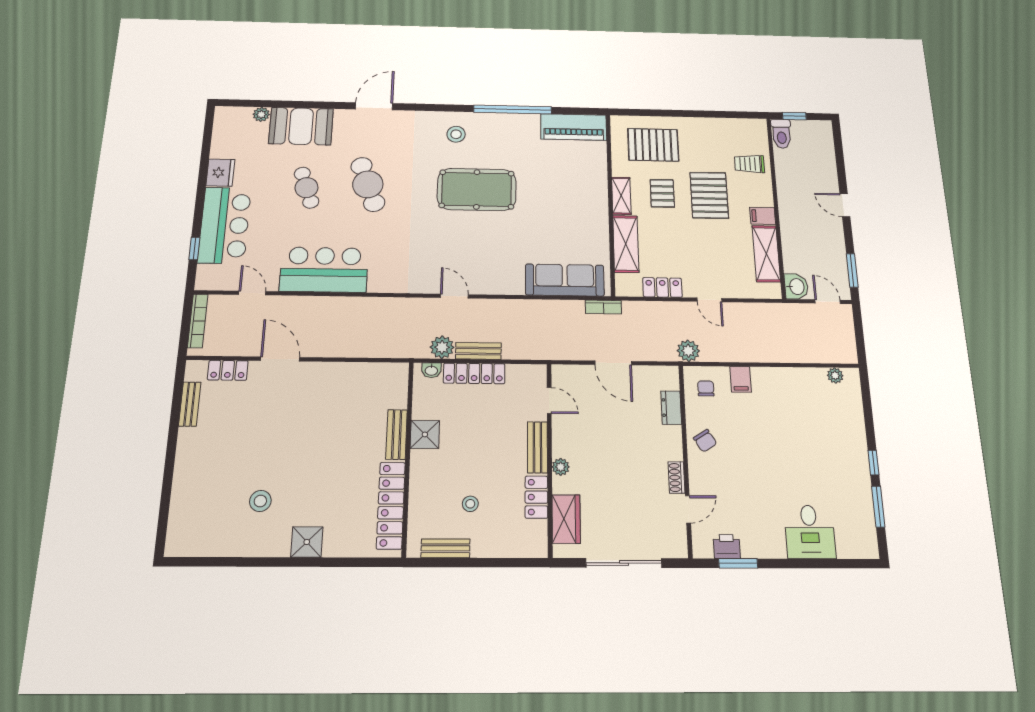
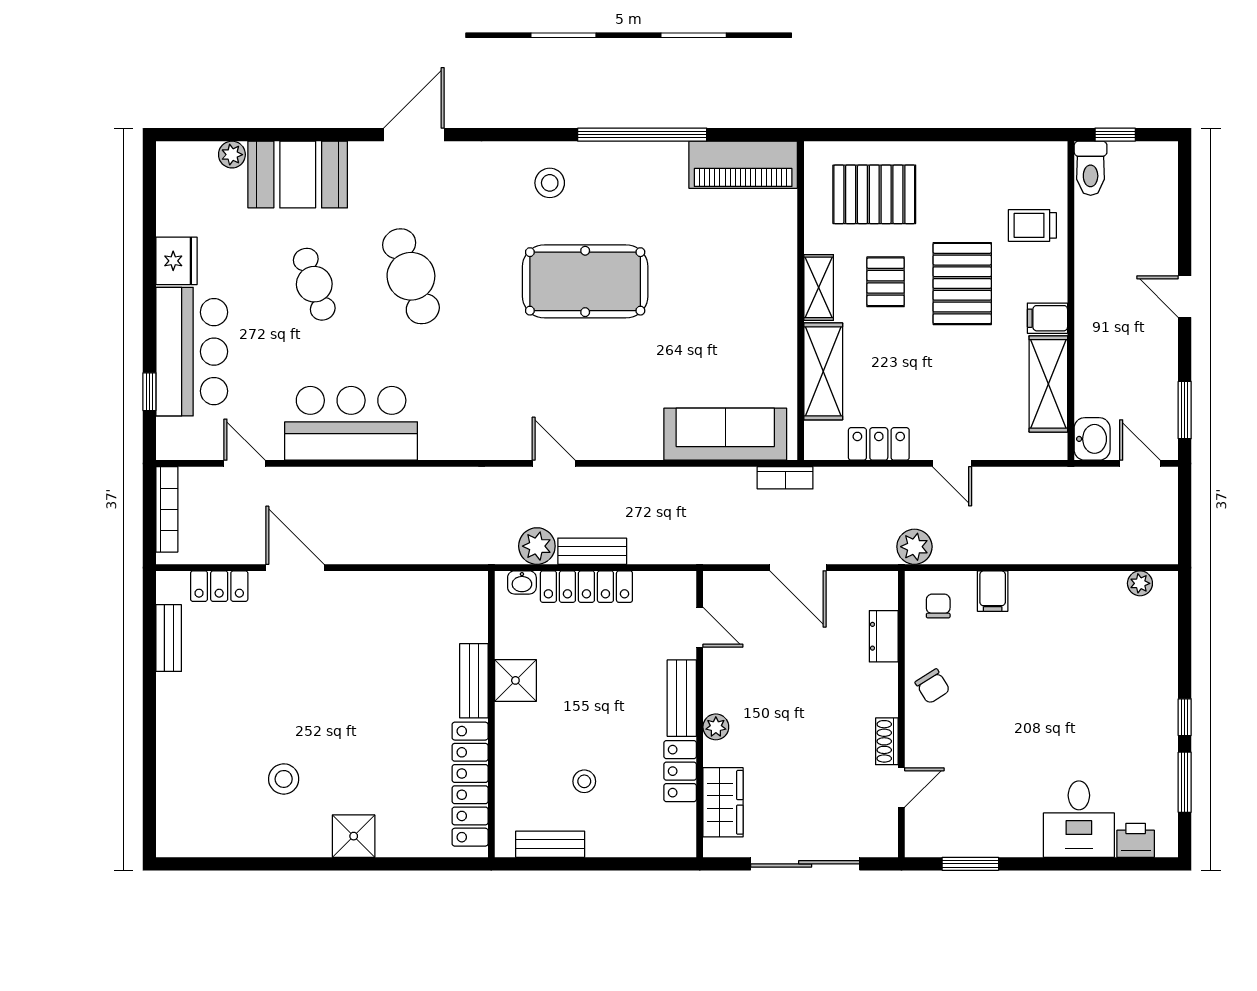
printer: (727, 547) -> (1136, 840), moved

